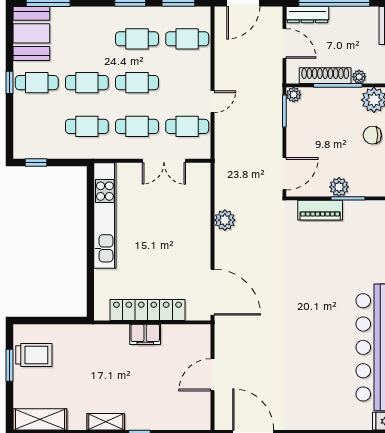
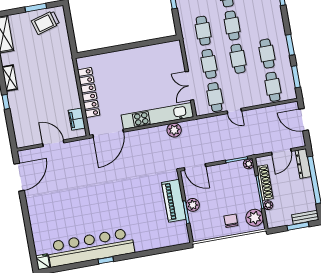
piano: (320, 210) -> (174, 201), width x1.37, depth x1.33
kitchen unit: (105, 215) -> (157, 116), moved, turned 180
plant: (225, 220) -> (174, 130), moved
filing cabinet: (145, 334) -> (77, 119), moved
trolley: (34, 355) -> (45, 23), turned 74

